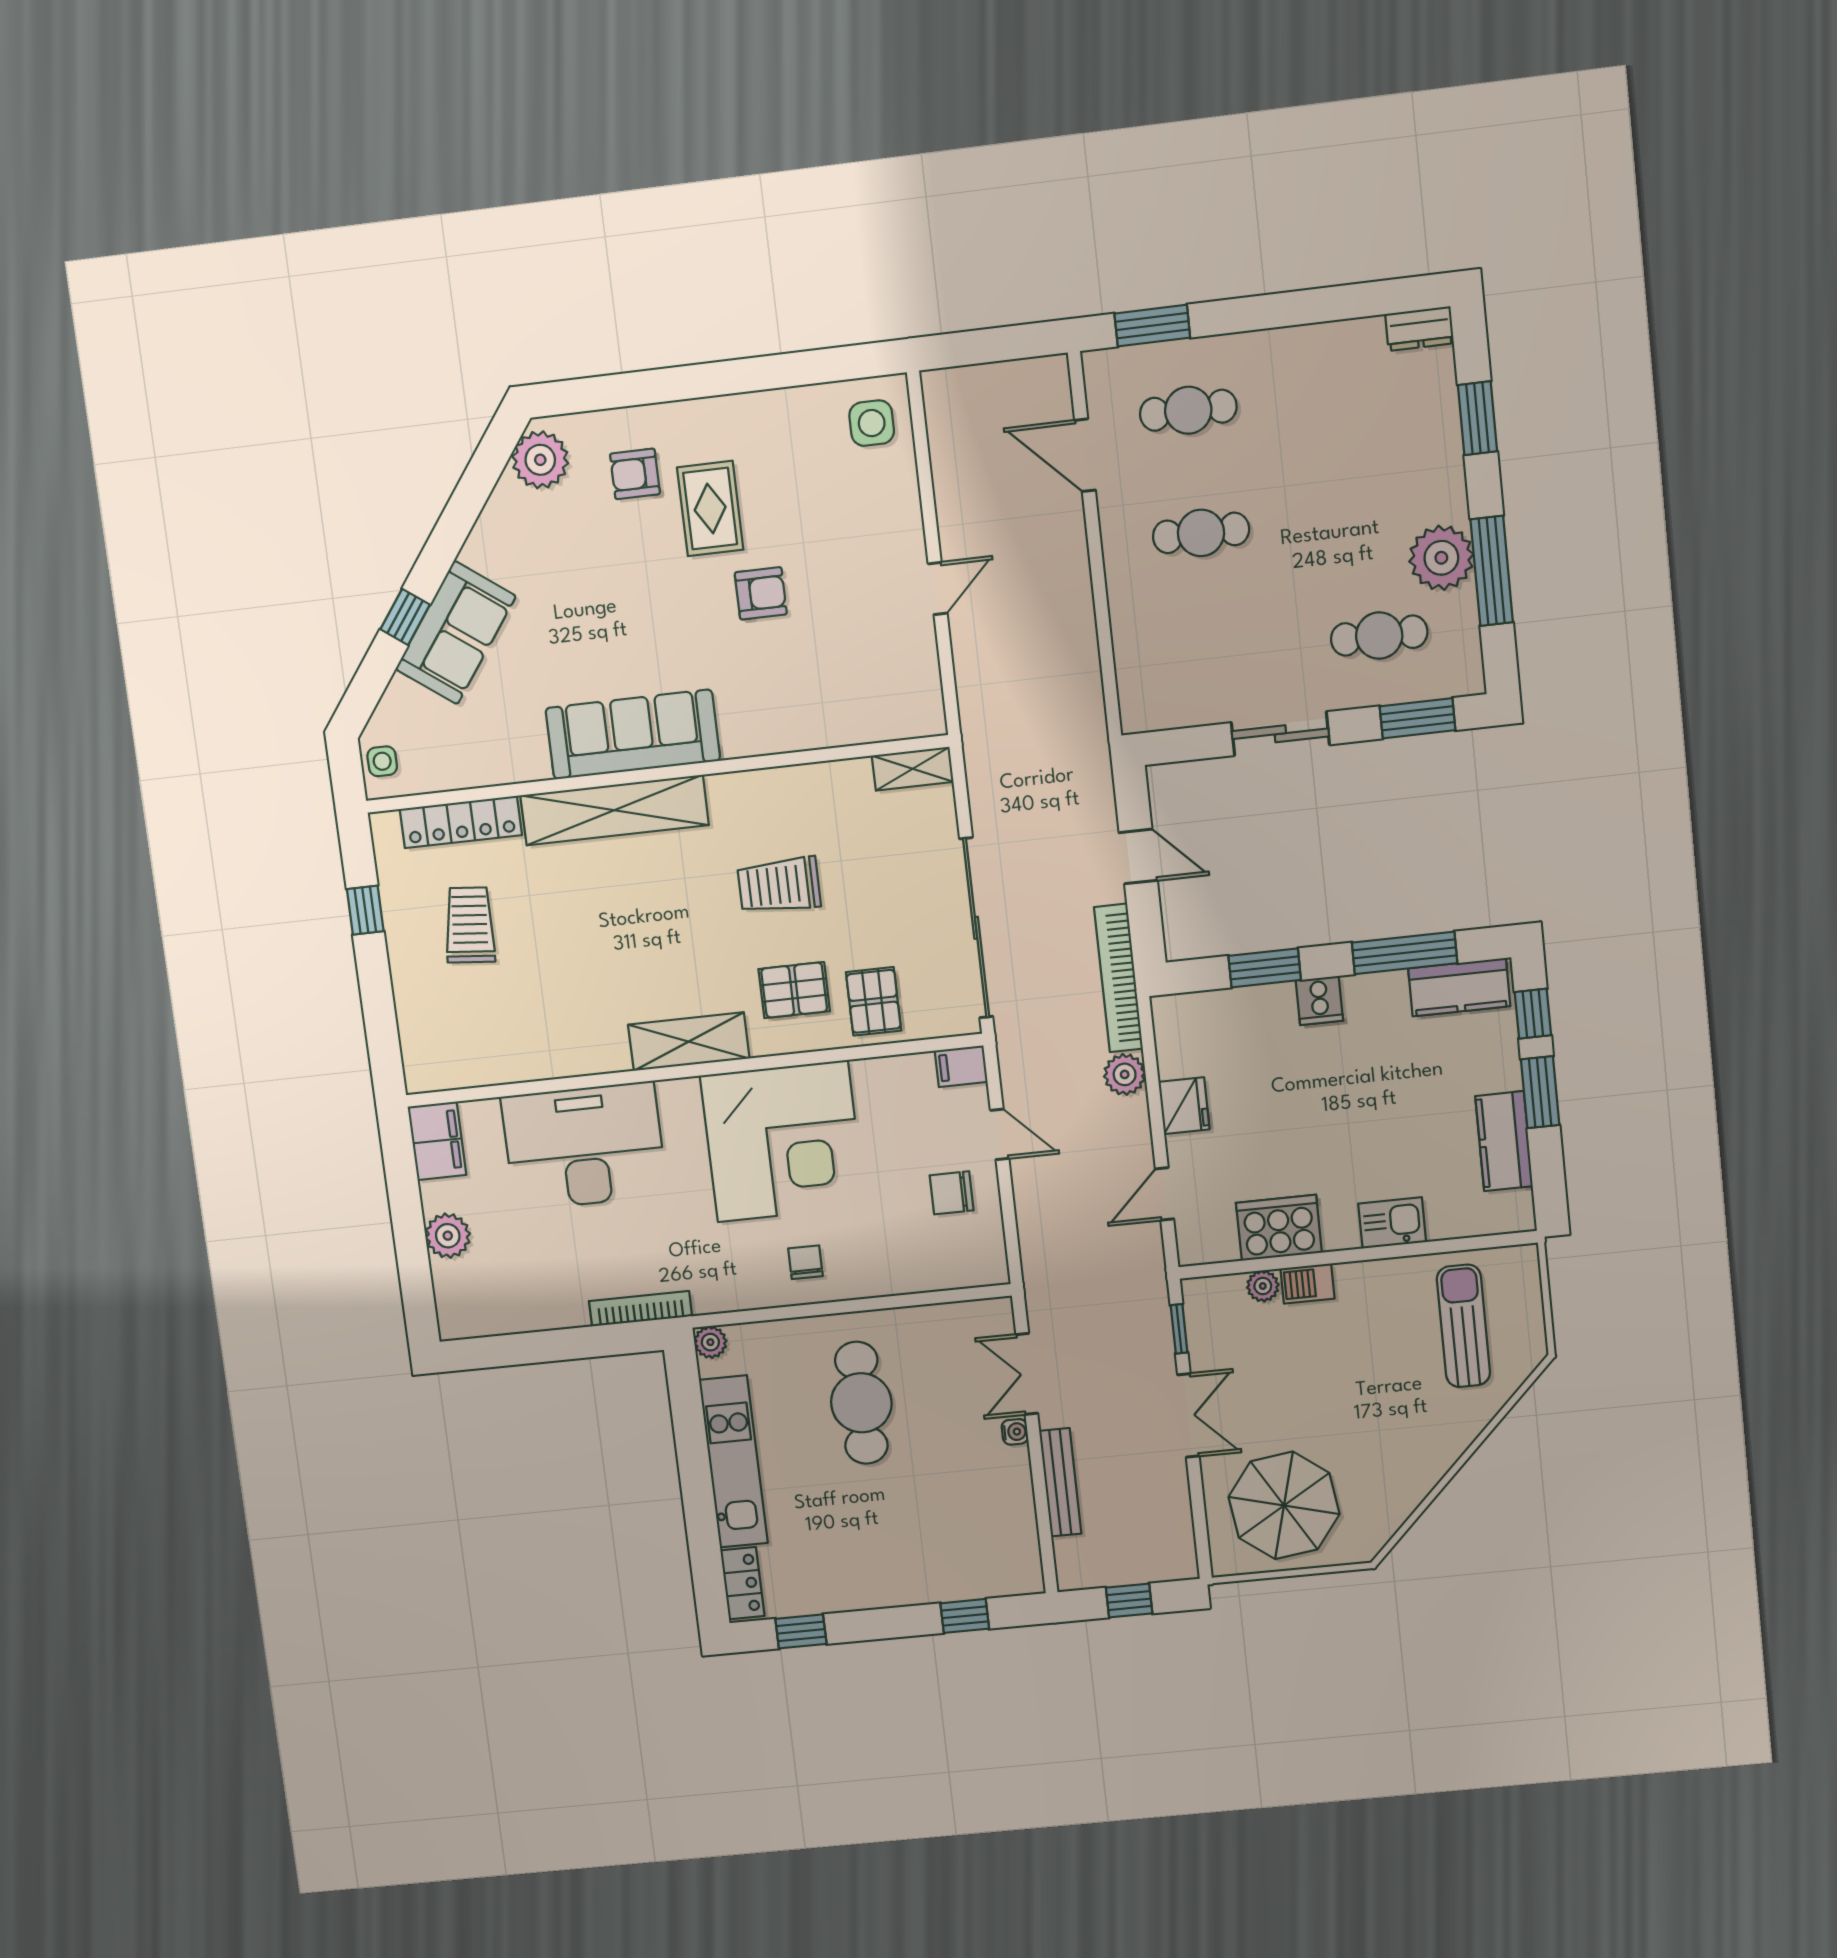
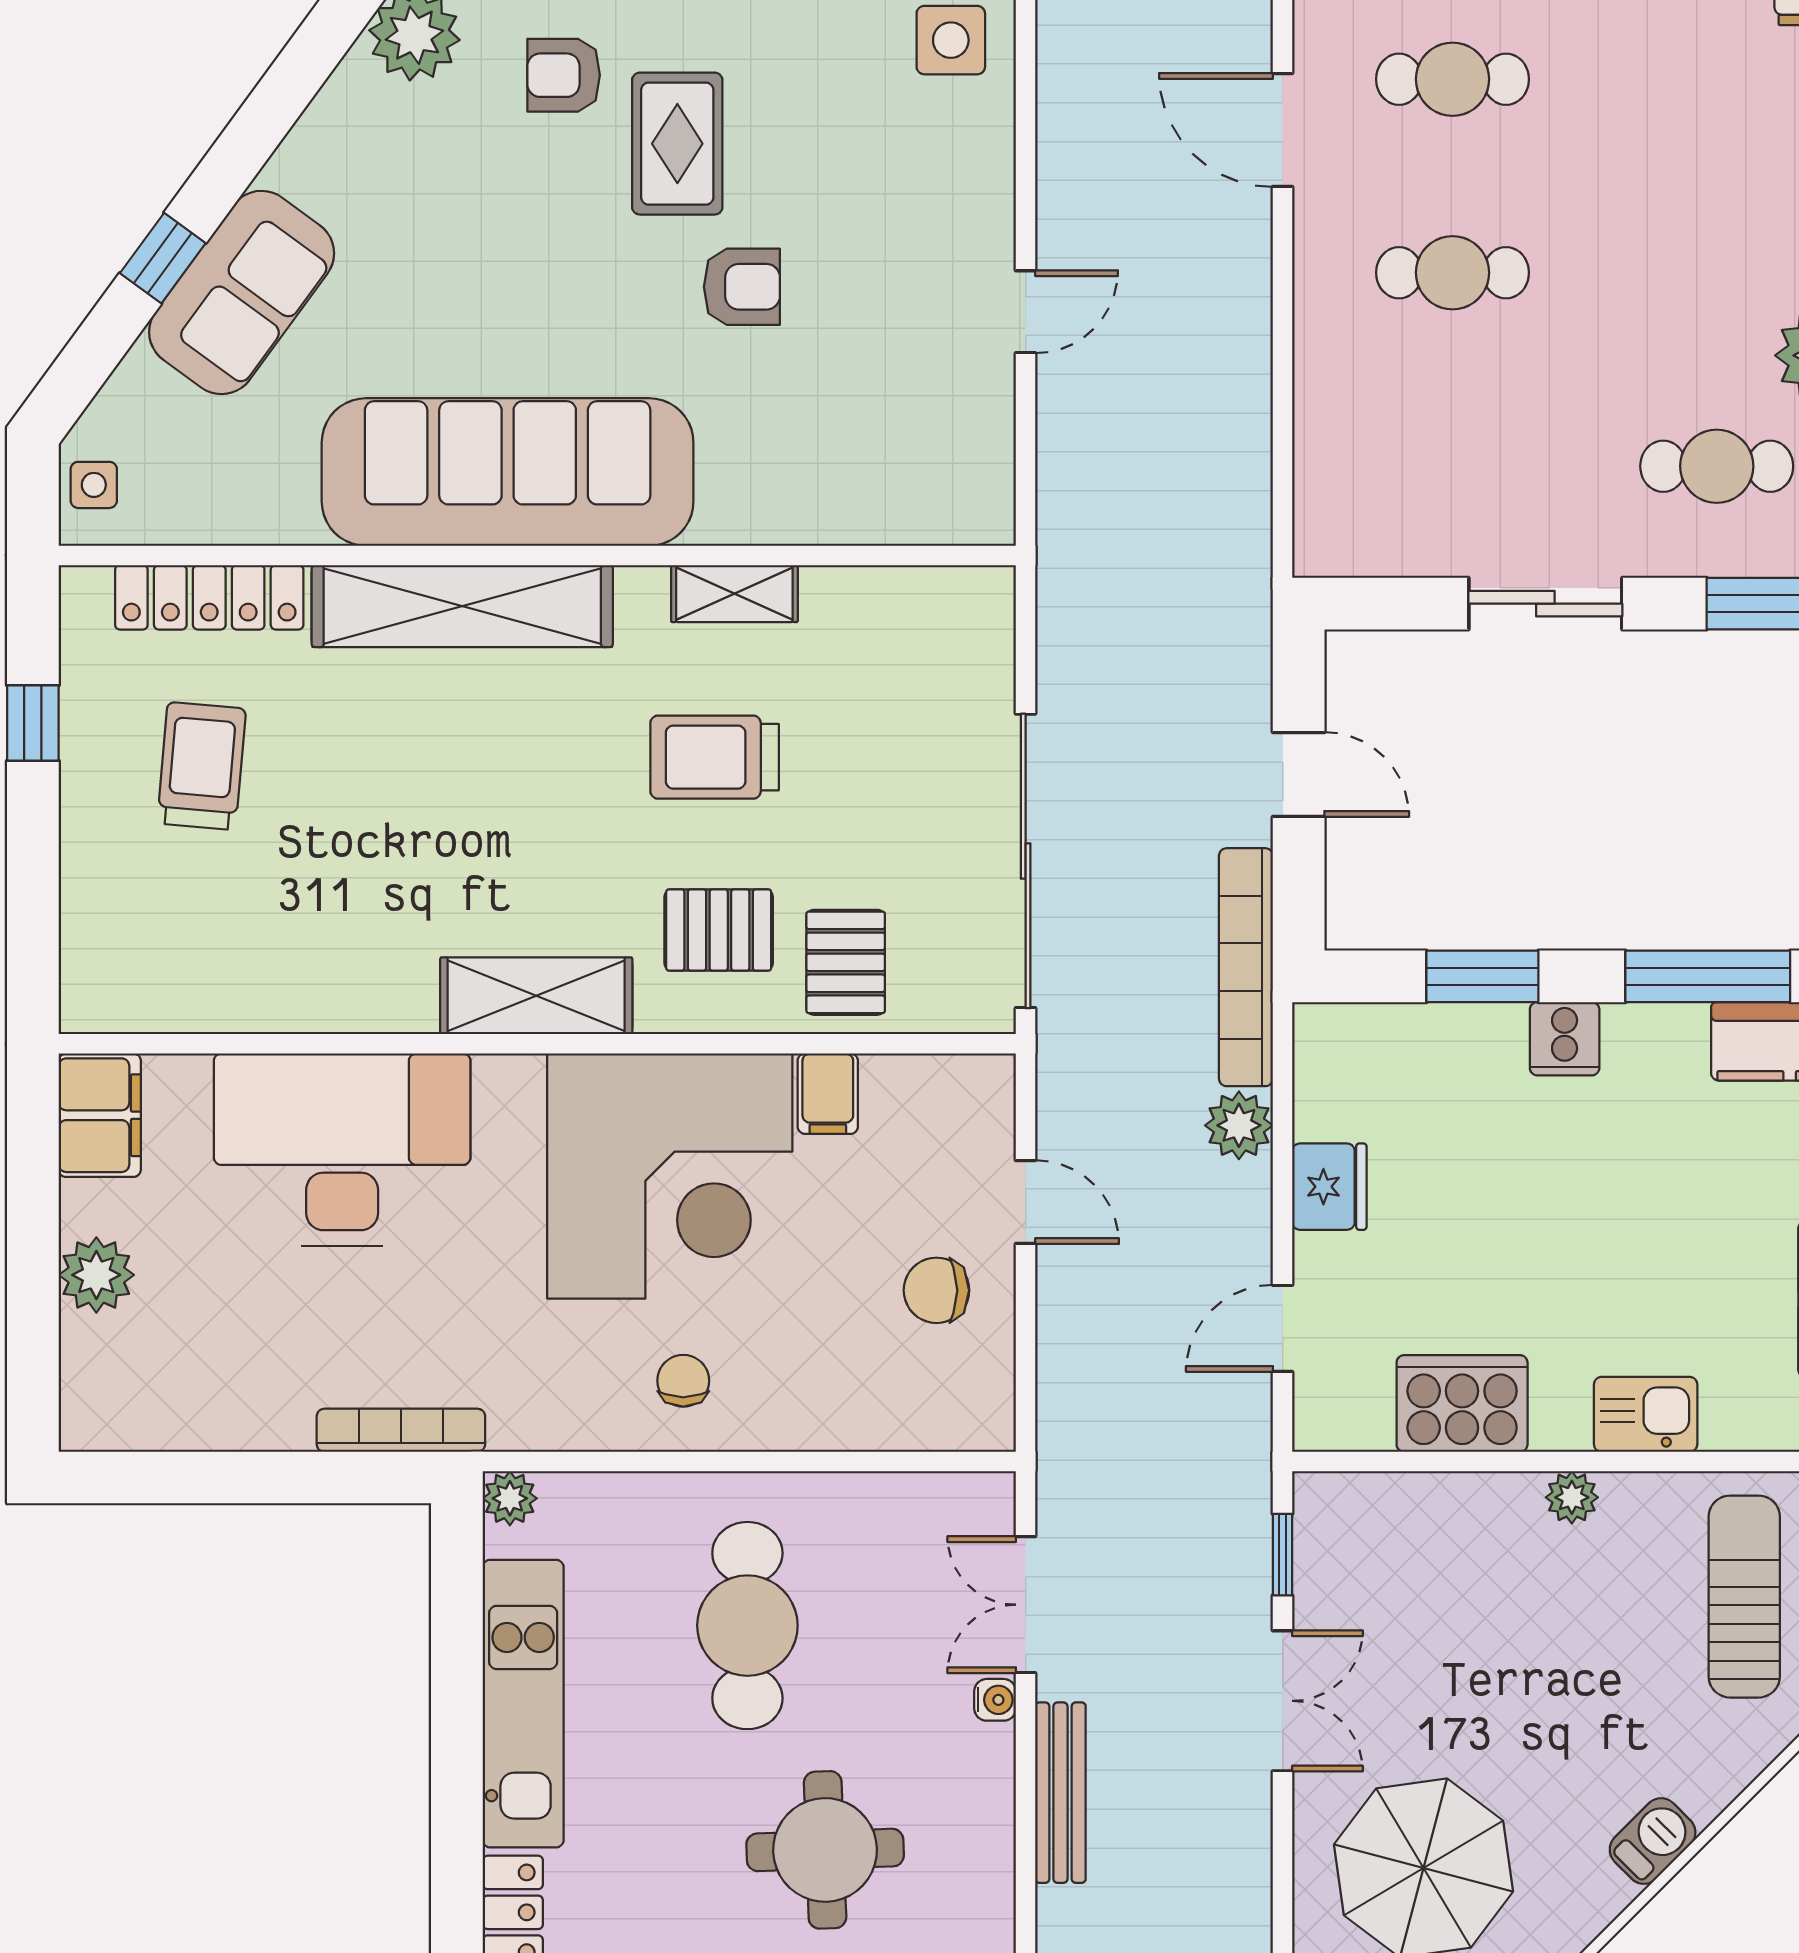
sofa: (633, 734) -> (508, 472), width x1.36, depth x1.27
shelving: (913, 769) -> (734, 594), moved
filing cabinet: (961, 1066) -> (828, 1094), moved, turned -90
barbecue: (1307, 1284) -> (1653, 1841), moved, turned 135
plant: (1263, 1286) -> (1572, 1497), moved
round table: (923, 1529) -> (825, 1850), added

